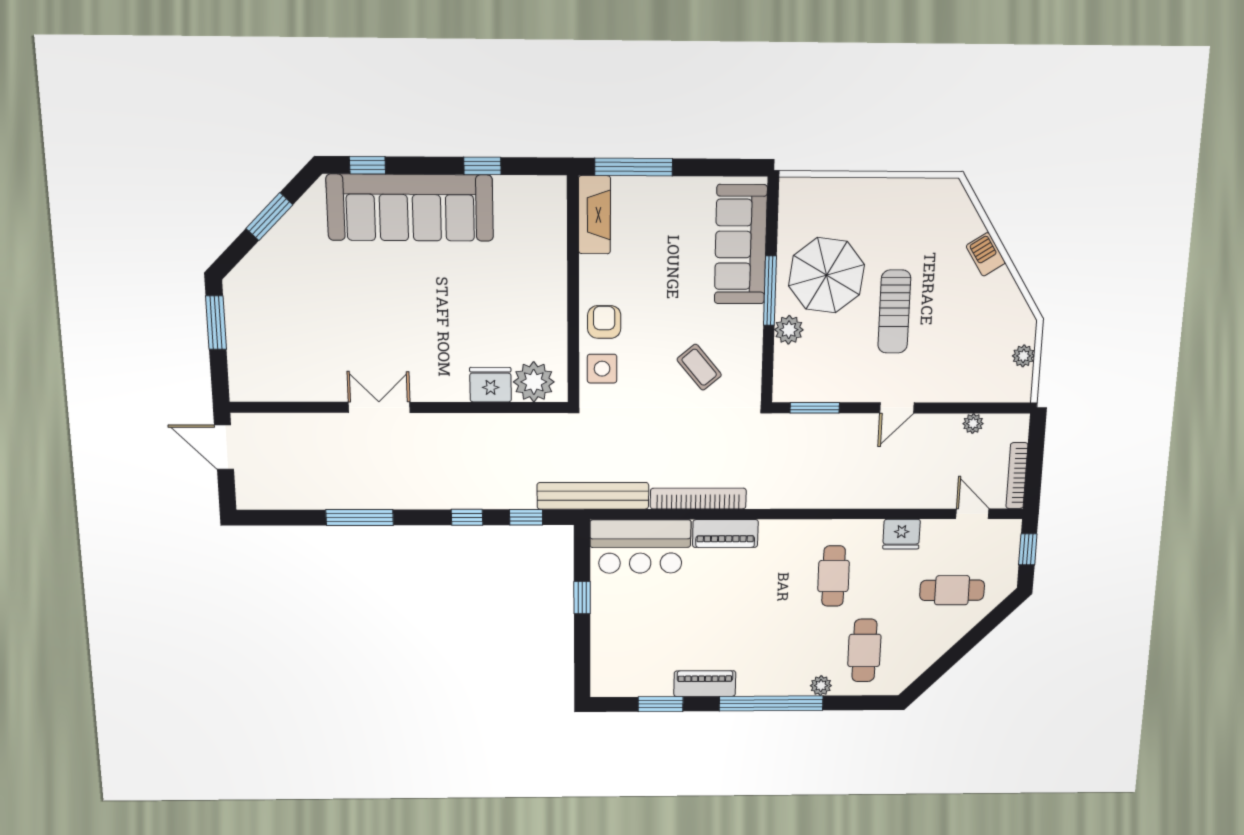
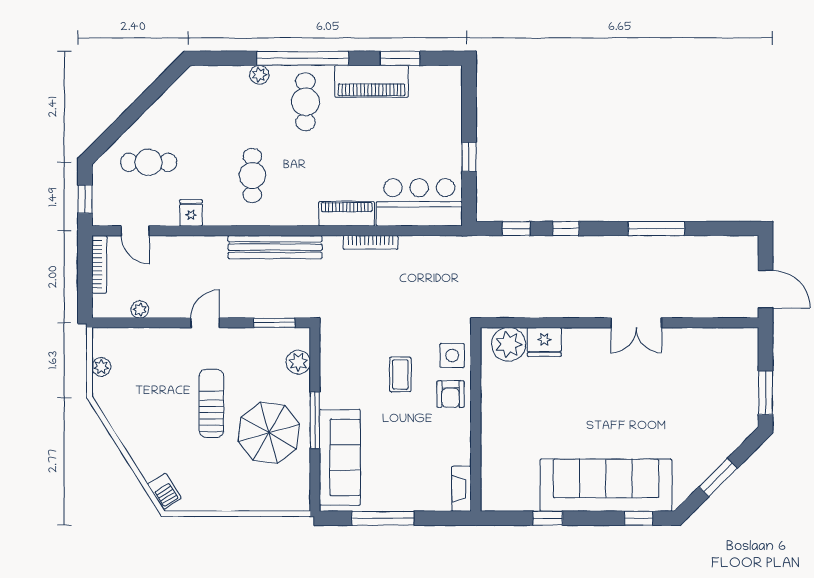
window: (634, 167) -> (383, 518), moved
fireplace: (594, 215) -> (462, 489), width x0.73, depth x0.76
barbecue: (986, 254) -> (164, 491), moved
plant: (789, 330) -> (298, 362), moved
coffee table: (699, 367) -> (400, 374), moved, turned 40
bench: (593, 496) -> (275, 247), moved
bookcase: (698, 499) -> (370, 242), width x0.68, depth x0.76
fridge: (901, 534) -> (191, 213), width x0.72
cafe table: (864, 650) -> (305, 102), moved
piano: (705, 684) -> (371, 81), width x1.37, depth x1.33

